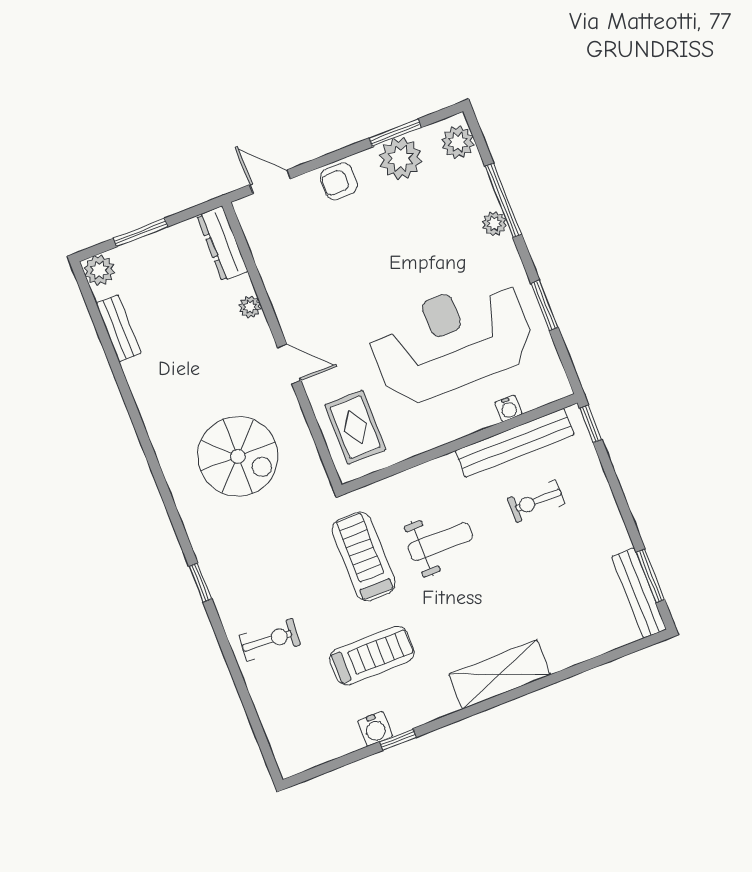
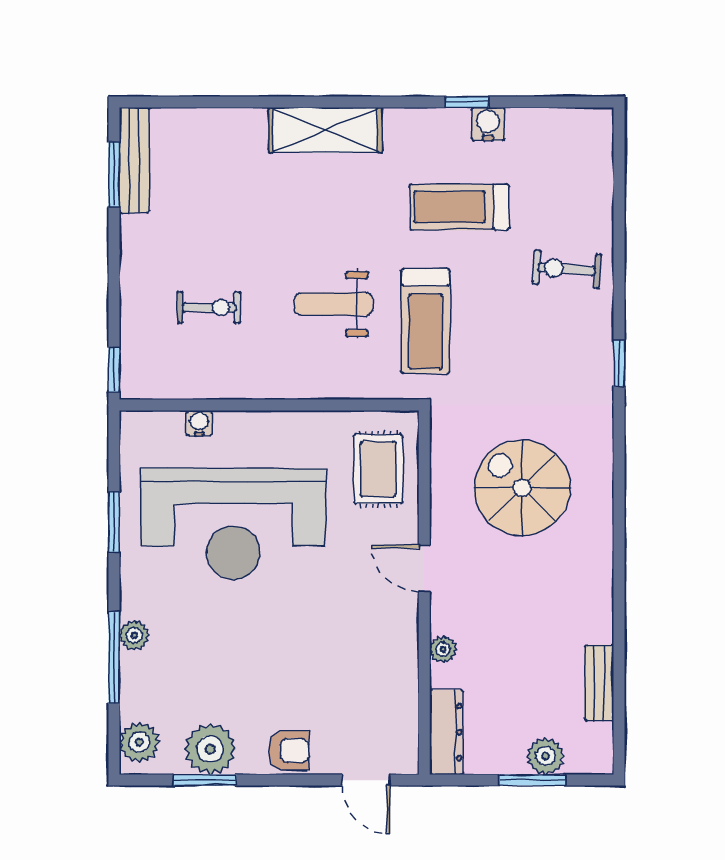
plant: (99, 270) -> (546, 756), moved
bench: (515, 443) -> (207, 382), removed

